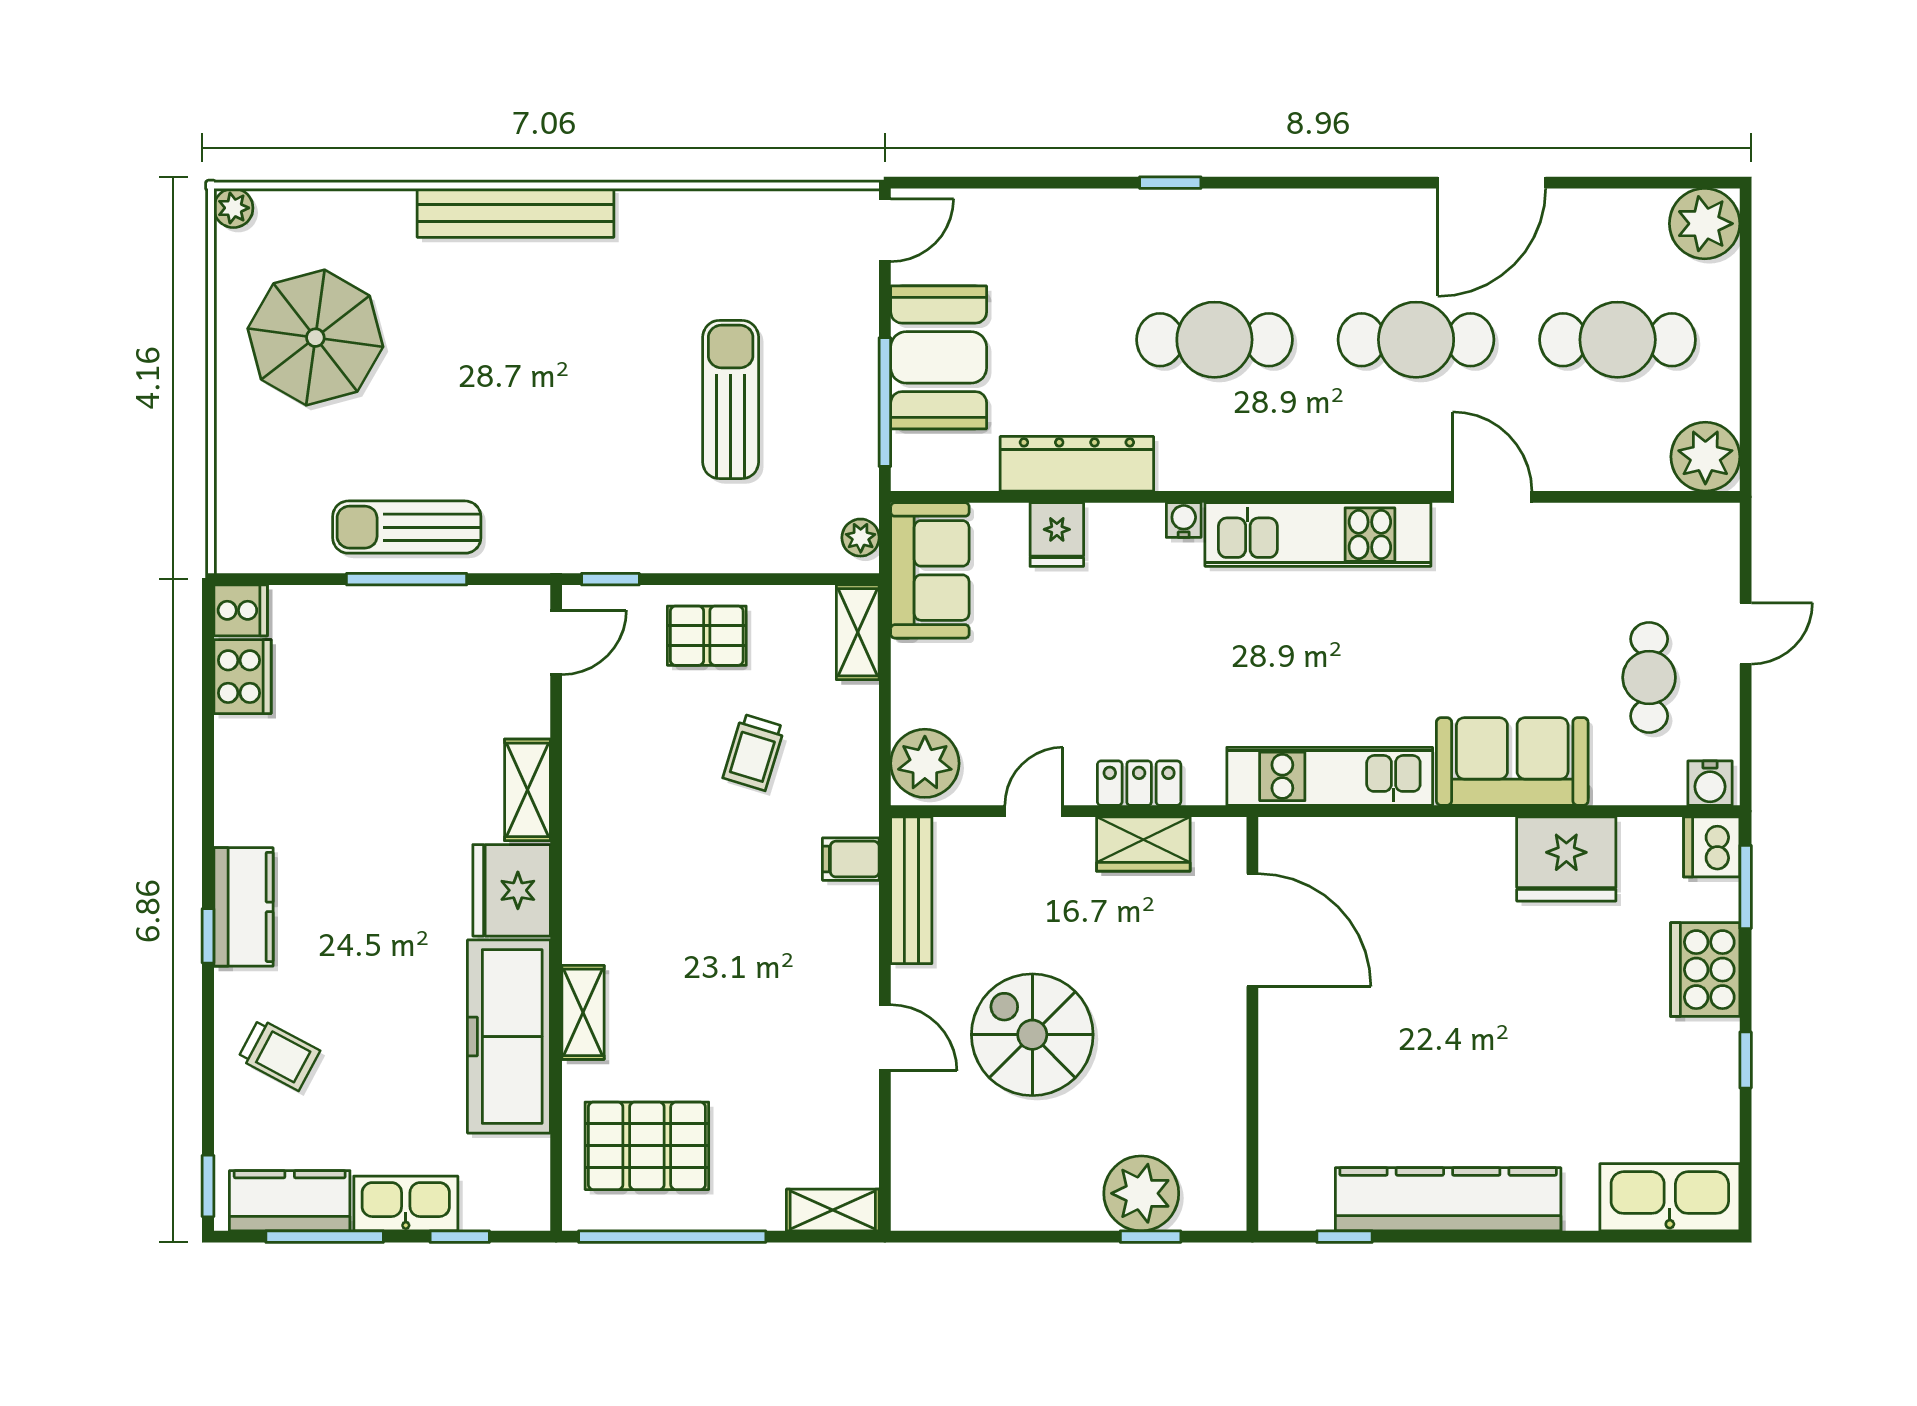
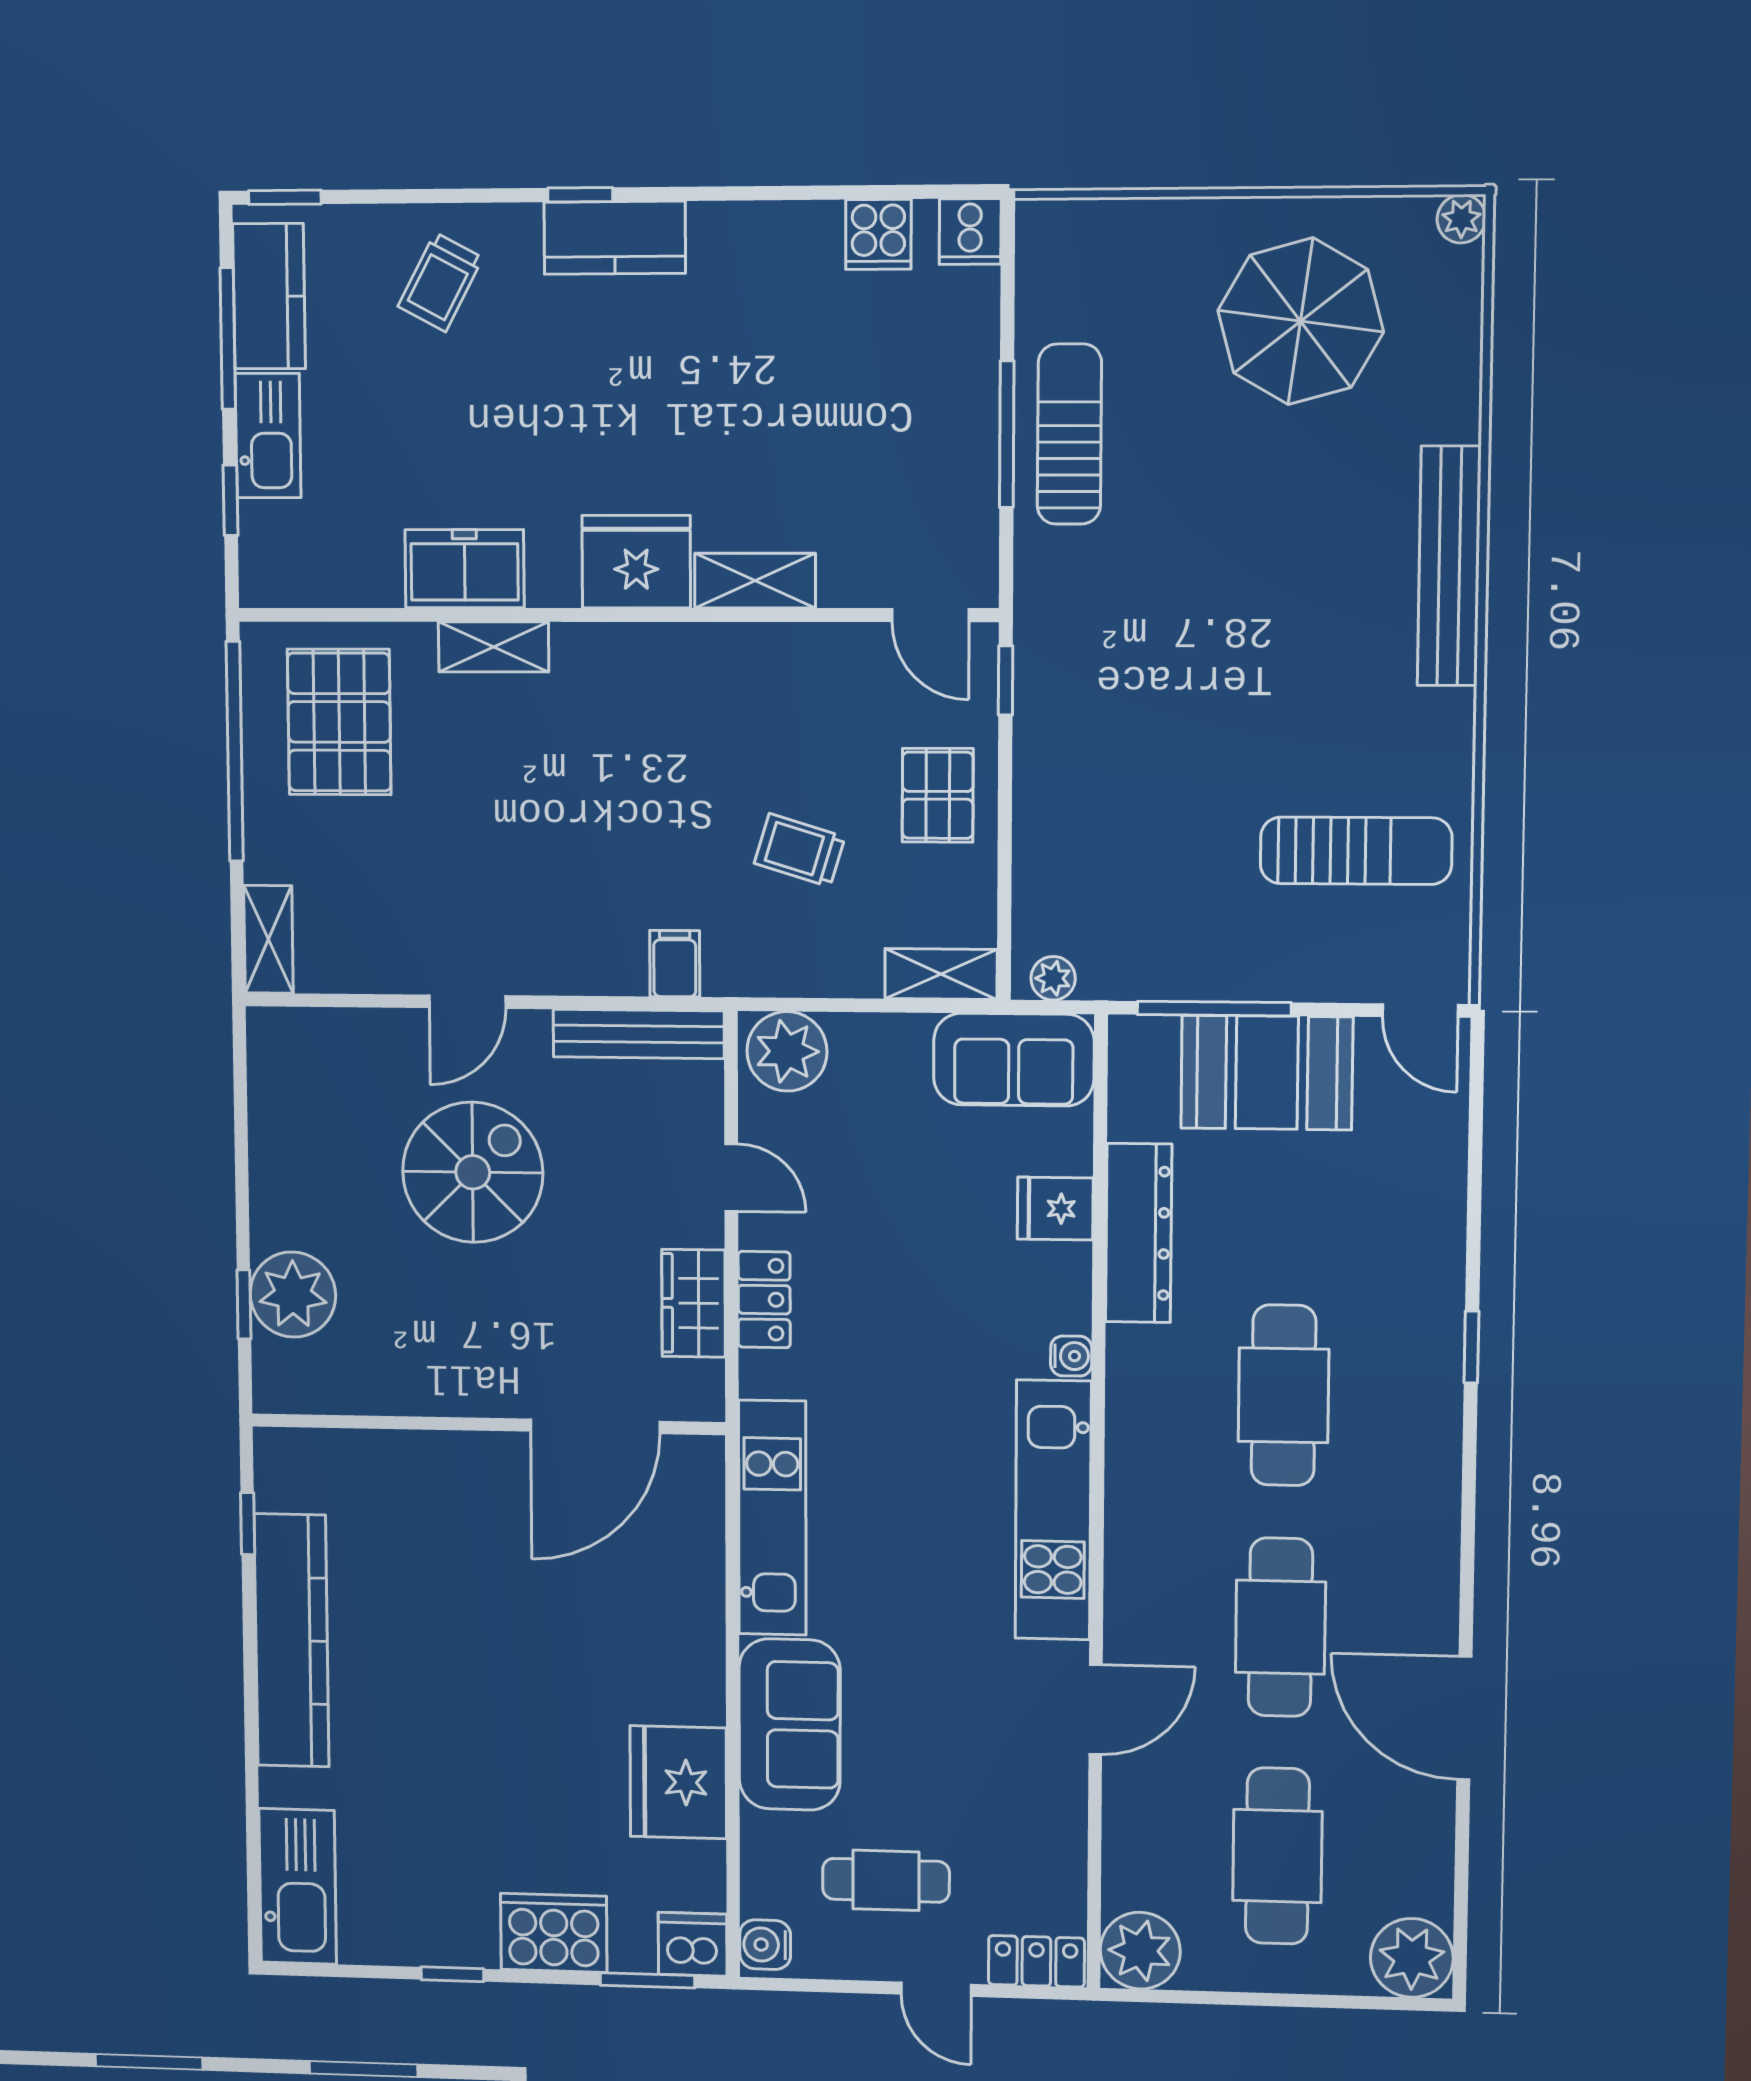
sun lounger: (731, 400) -> (1356, 851), moved
locker: (1718, 546) -> (1036, 1961), added
cooker: (242, 677) -> (878, 234), width x0.73
freezer: (509, 1037) -> (465, 569), width x0.52, depth x0.79

